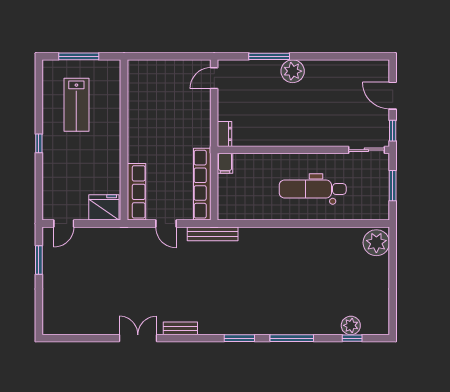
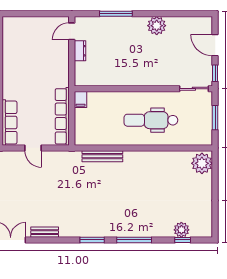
plant: (293, 71) -> (157, 26), moved
dresser: (224, 134) -> (80, 51), moved
bench: (213, 234) -> (102, 156), moved

